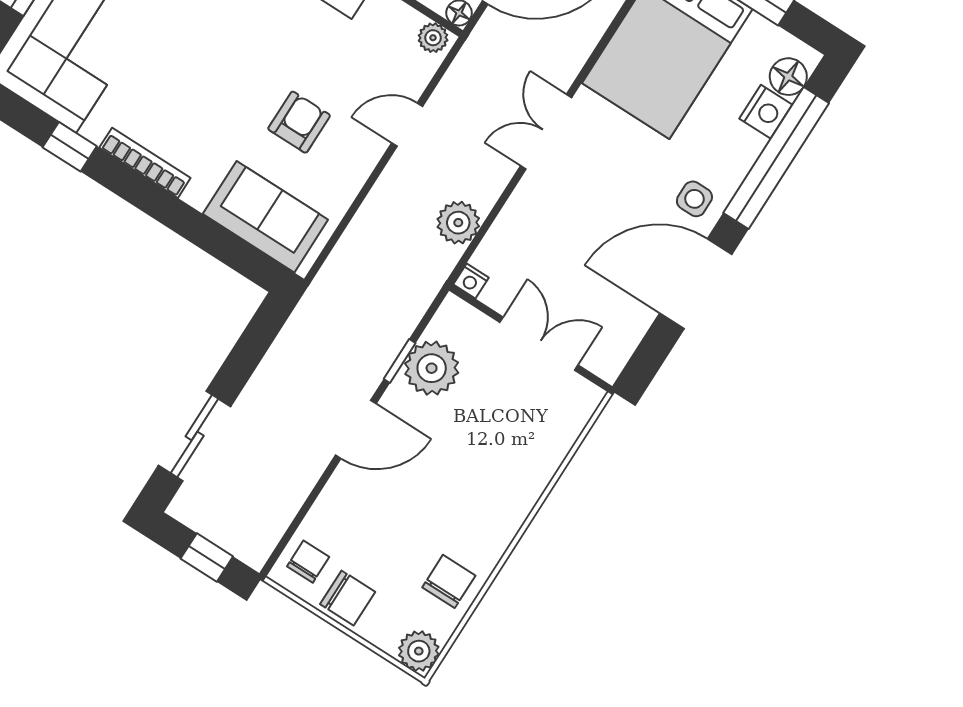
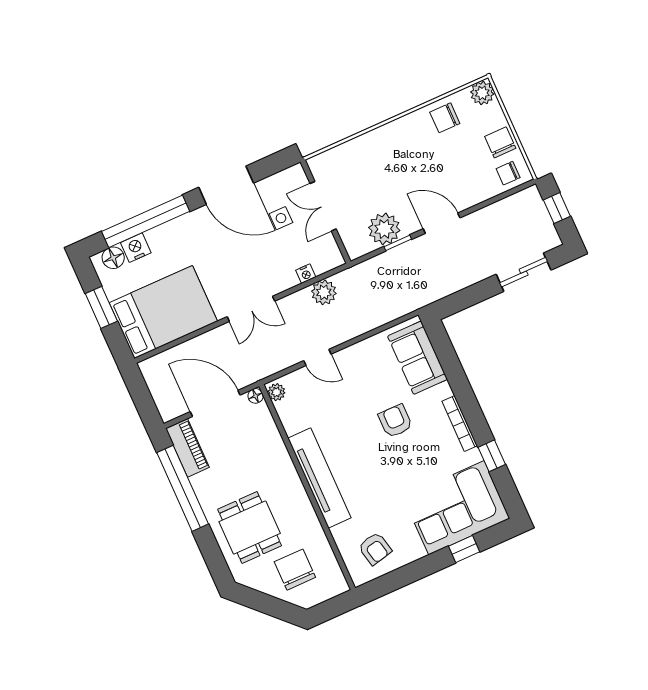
armchair: (299, 122) -> (395, 421), moved, turned 90
side table: (694, 199) -> (281, 218), moved
nightstand: (471, 281) -> (306, 274), moved, turned 90

